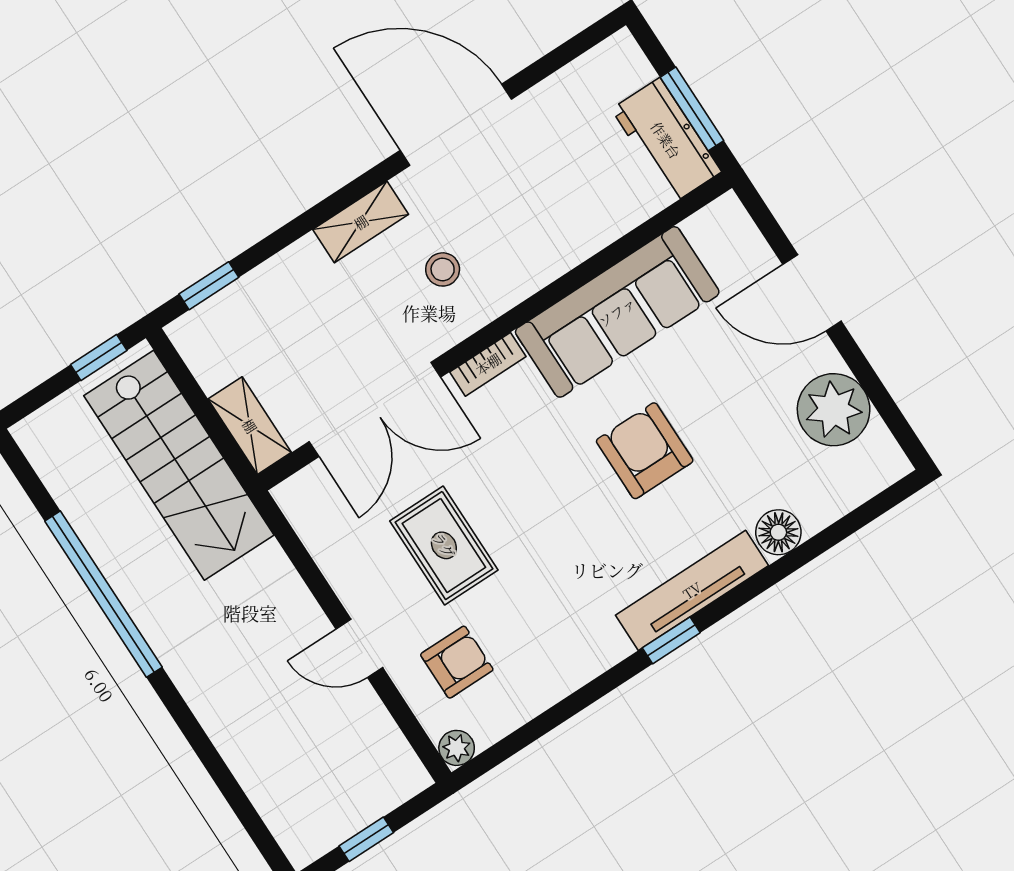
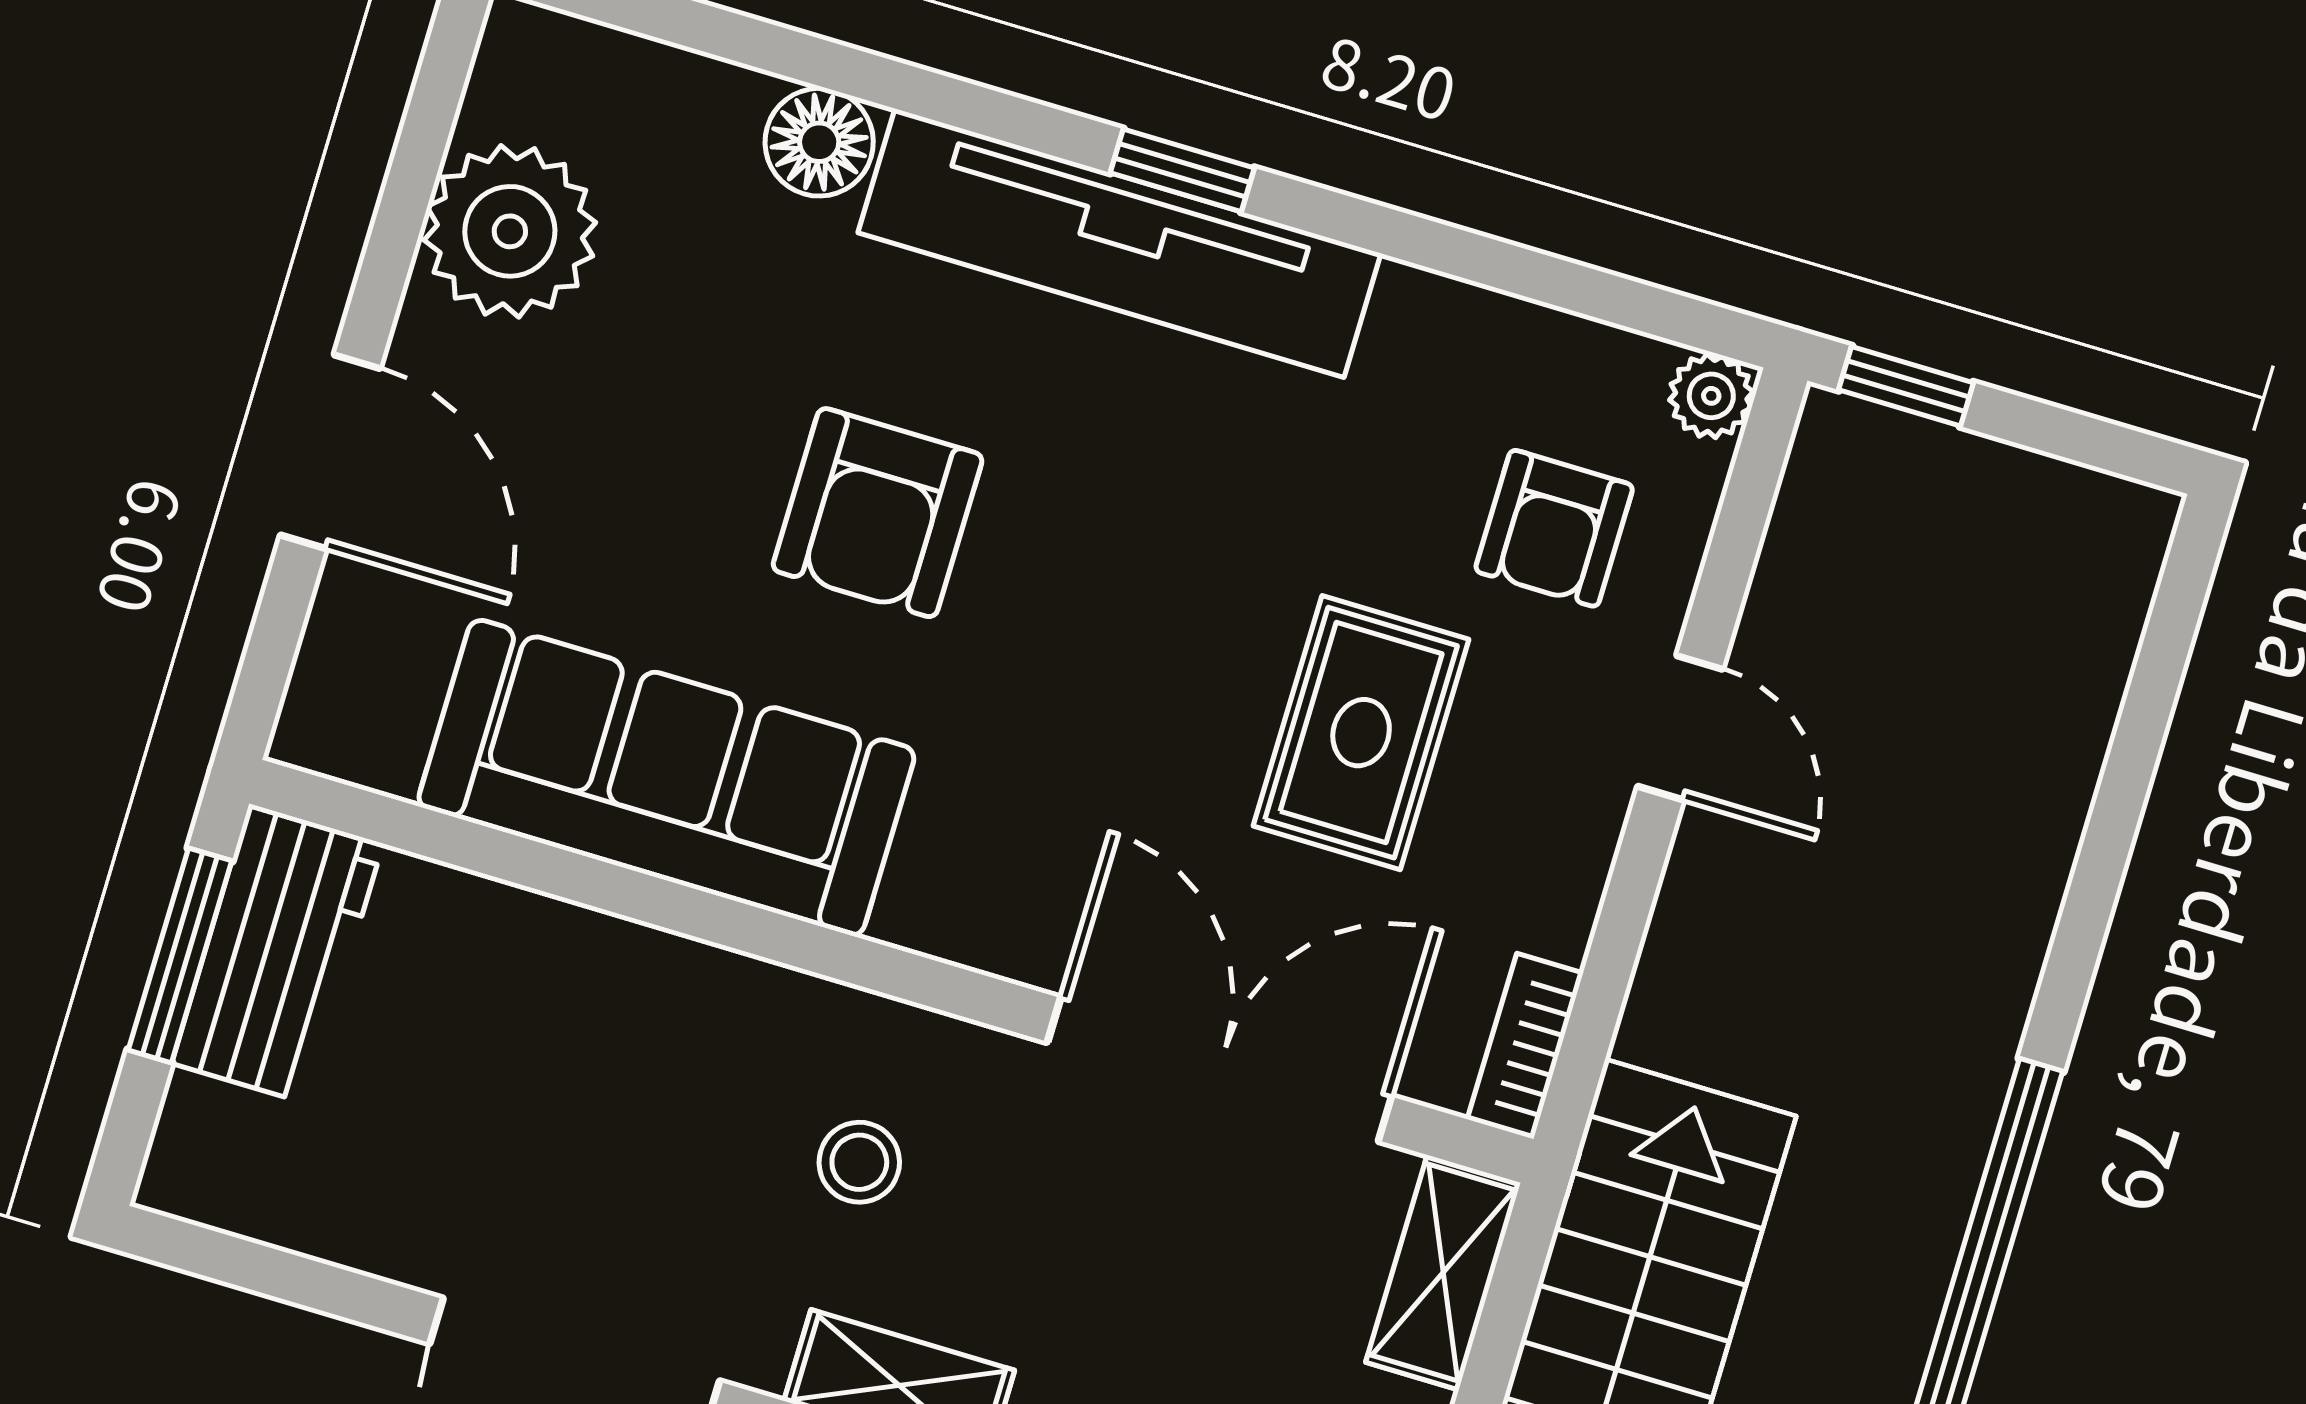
bookcase: (488, 364) -> (1525, 1046), moved, turned -90
tv unit: (692, 590) -> (1119, 243), width x1.36, depth x1.29
armchair: (457, 662) -> (1554, 528), turned -90
window: (366, 839) -> (1906, 386), moved

